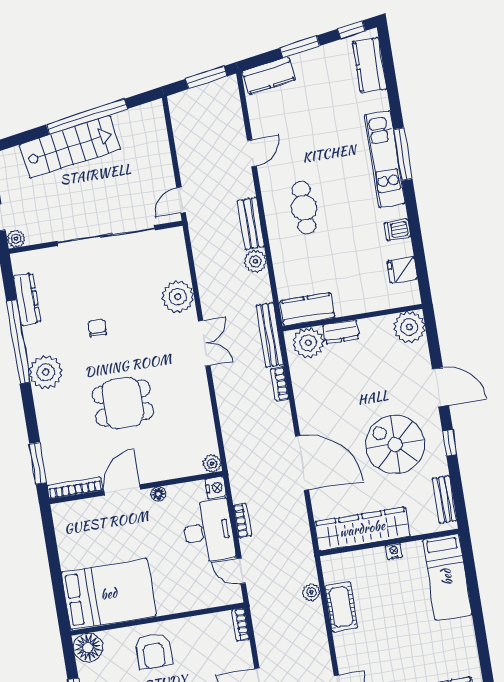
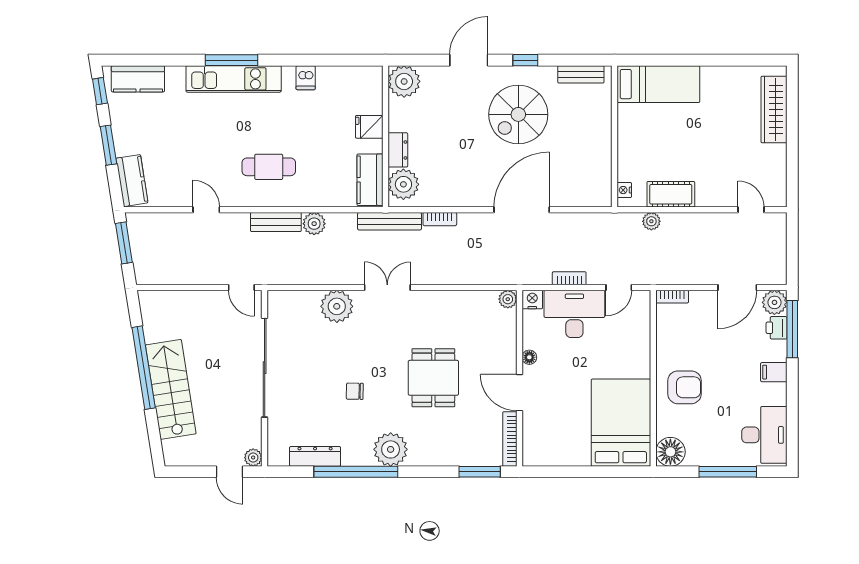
fridge: (402, 270) -> (369, 127), moved, turned 90
wardrobe: (362, 529) -> (597, 161), removed
nightstand: (394, 551) -> (624, 190), moved

